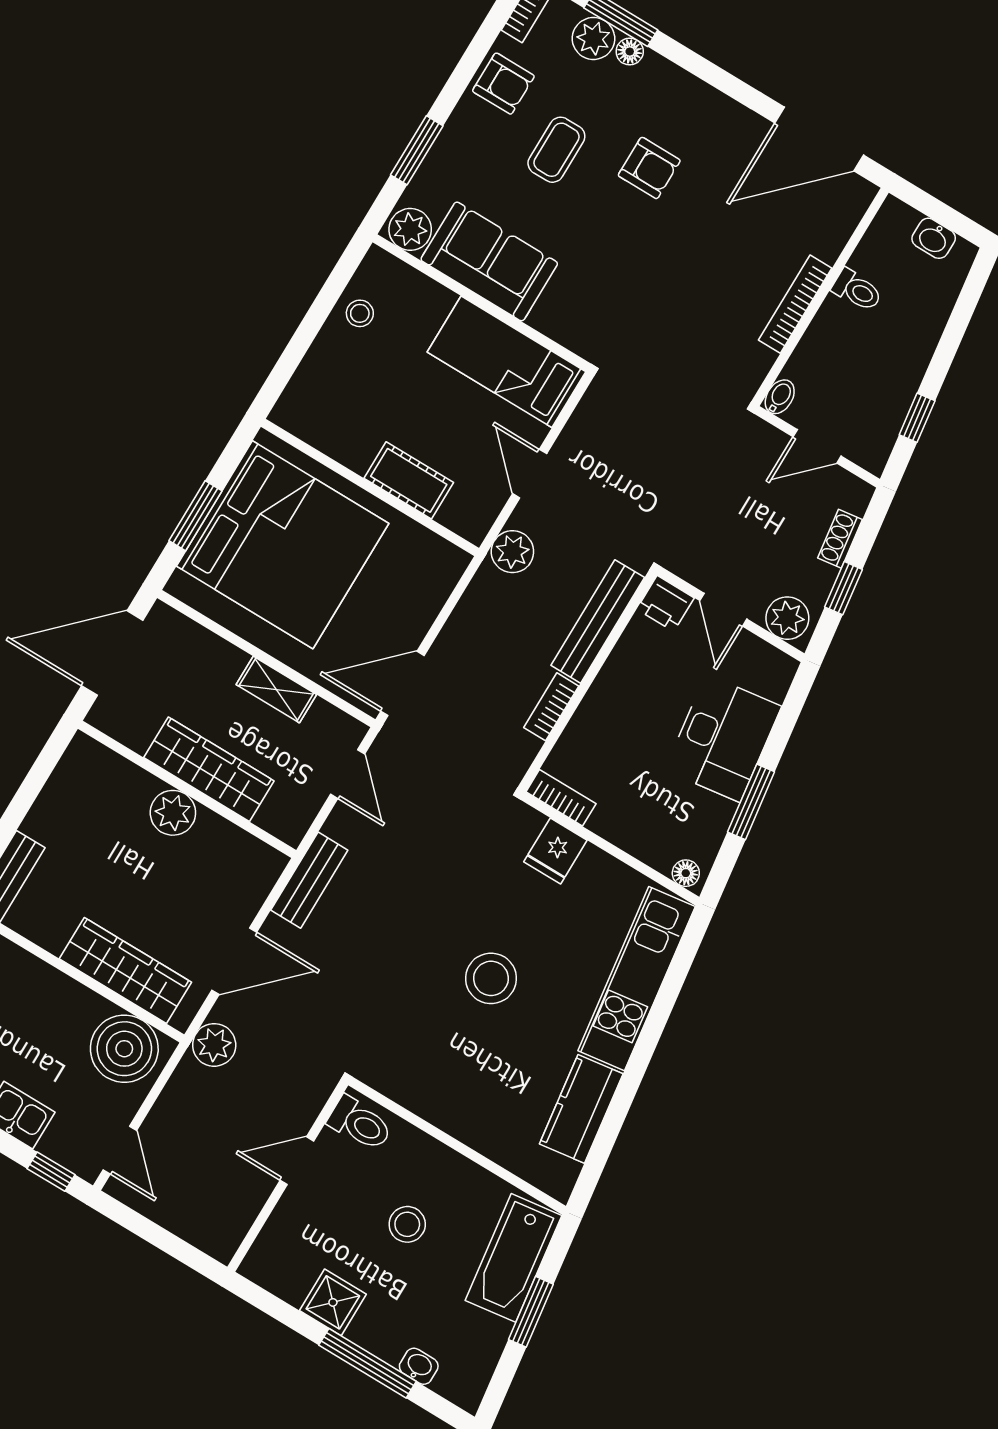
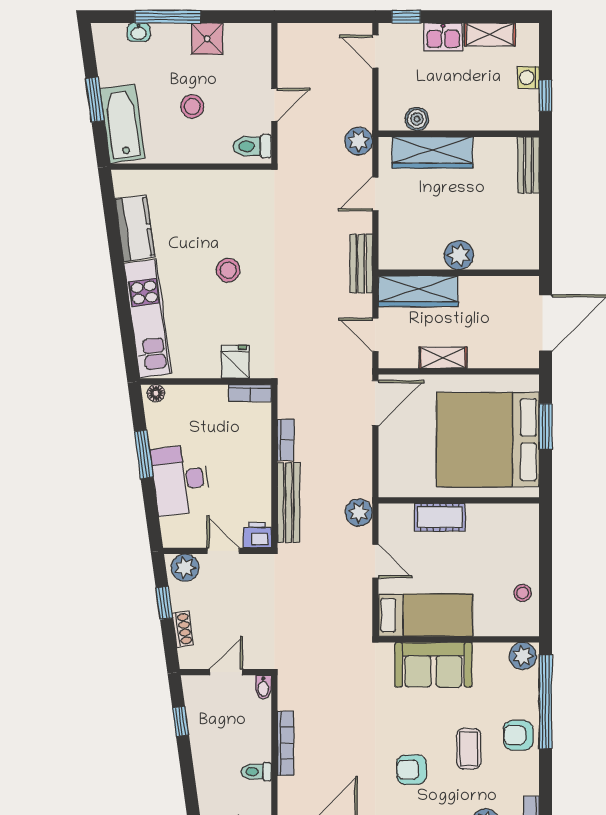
armchair: (503, 84) -> (518, 735), moved
window: (417, 150) -> (546, 702), width x2.11
sofa: (489, 261) -> (433, 665), moved
wardrobe: (209, 769) -> (418, 291), moved
door: (234, 961) -> (375, 194), width x0.73
stool: (491, 978) -> (228, 270), width x0.73, depth x0.73
boiler: (124, 1049) -> (417, 119), width x0.54, depth x0.54

